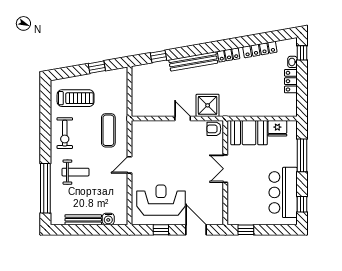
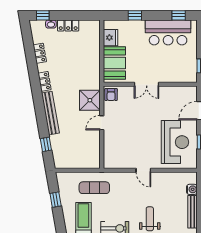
locker: (260, 50) -> (40, 53), width x0.66
exercise mat: (108, 130) -> (94, 188), moved
window: (302, 155) -> (135, 15), width x0.46
reception desk: (161, 200) -> (175, 142), turned 180

